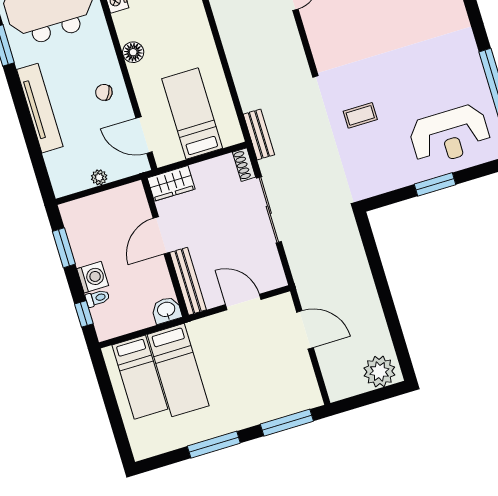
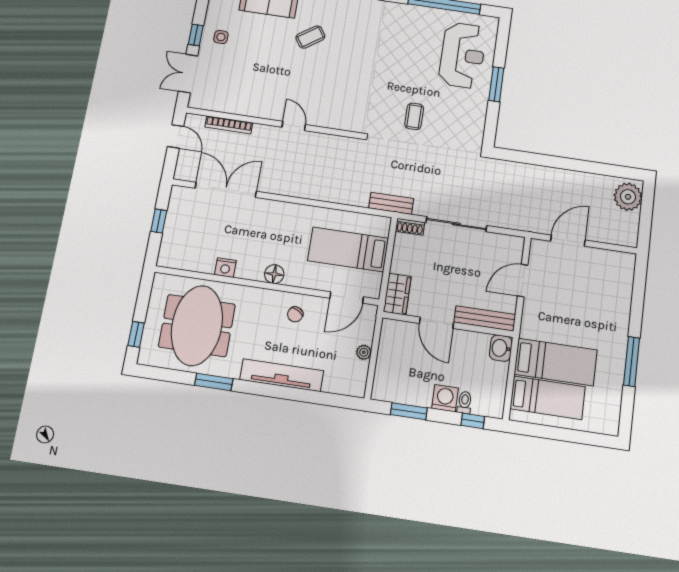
window: (287, 423) -> (639, 291), removed

